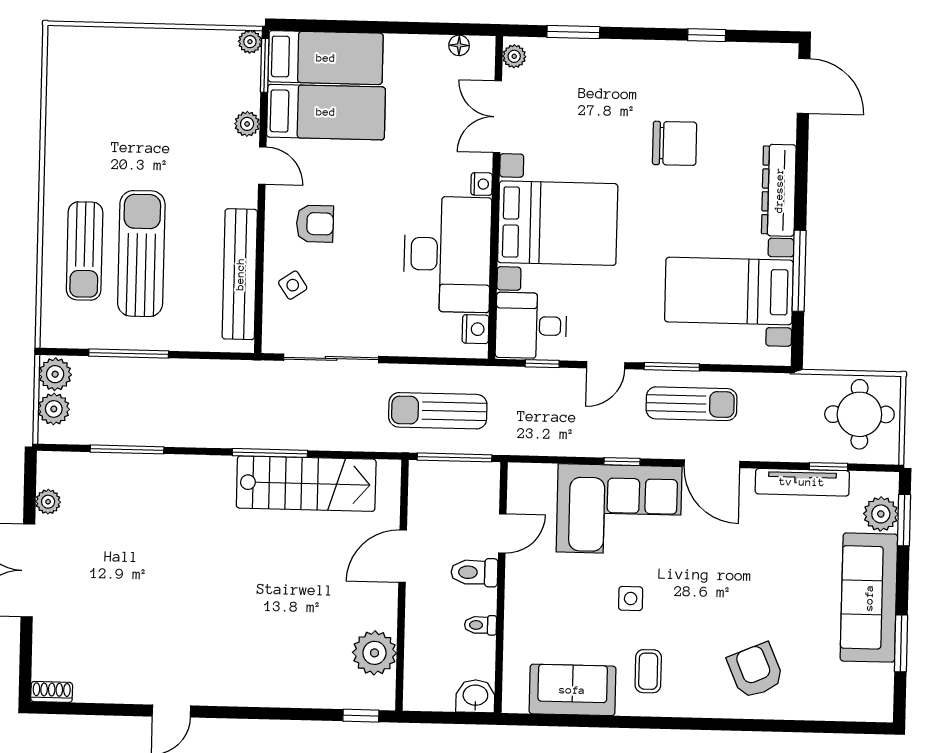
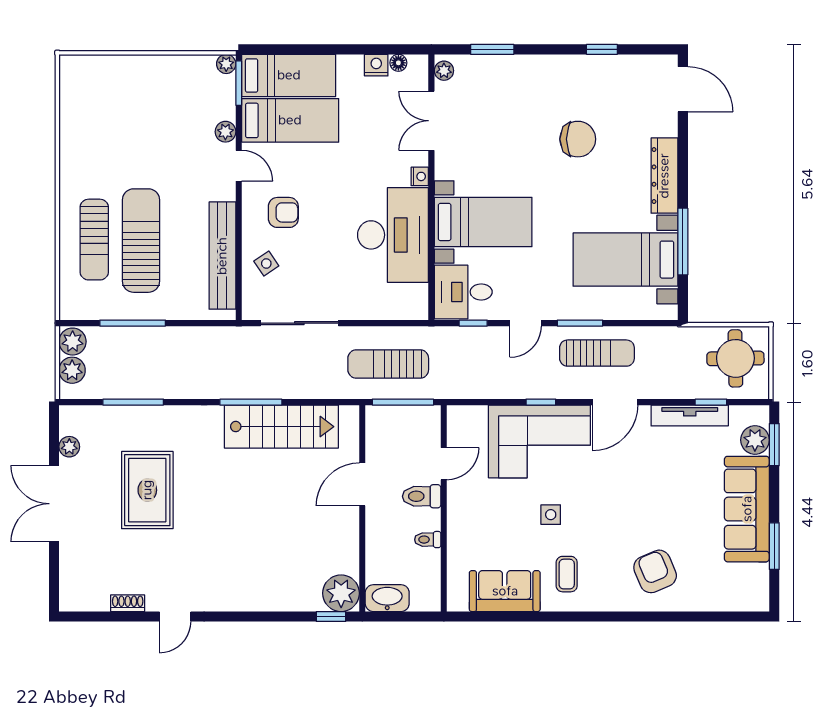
bed with nightstands: (558, 223) -> (483, 222), width x0.73
nightstand: (476, 329) -> (376, 65), moved, turned -90
door: (712, 464) -> (615, 402), hinge flipped
rug: (142, 557) -> (147, 490), added
plant: (374, 653) -> (341, 593), moved
shoe rack: (52, 692) -> (128, 603), moved
washbasin: (475, 696) -> (387, 598), moved, width x1.38

